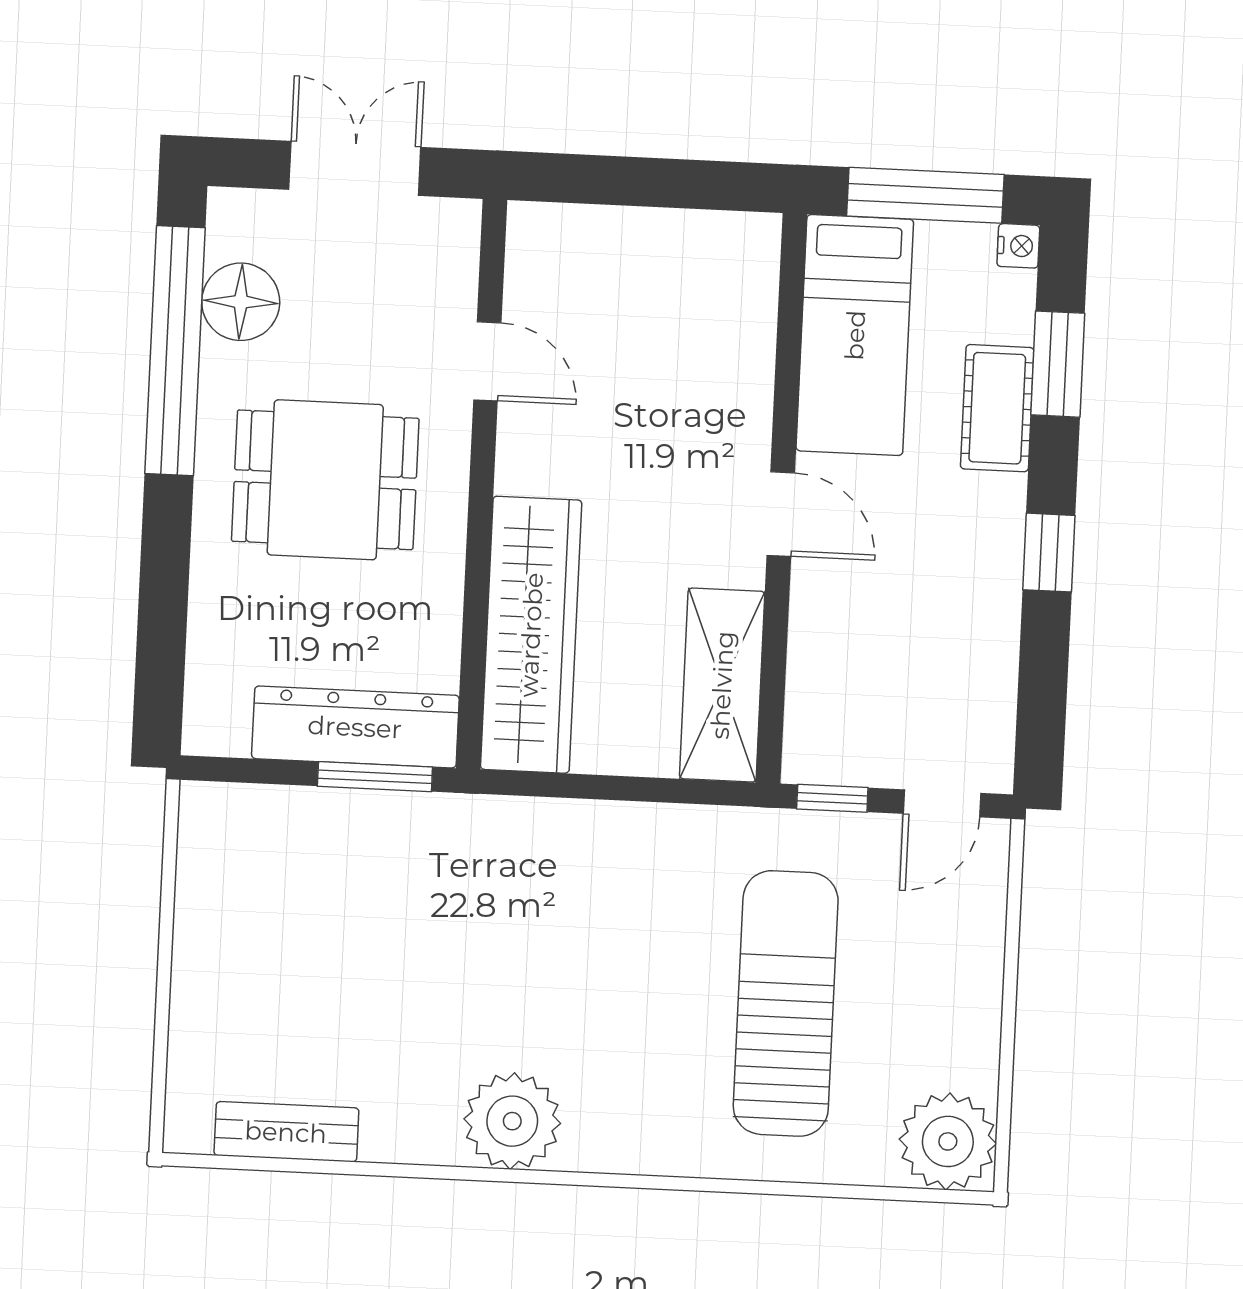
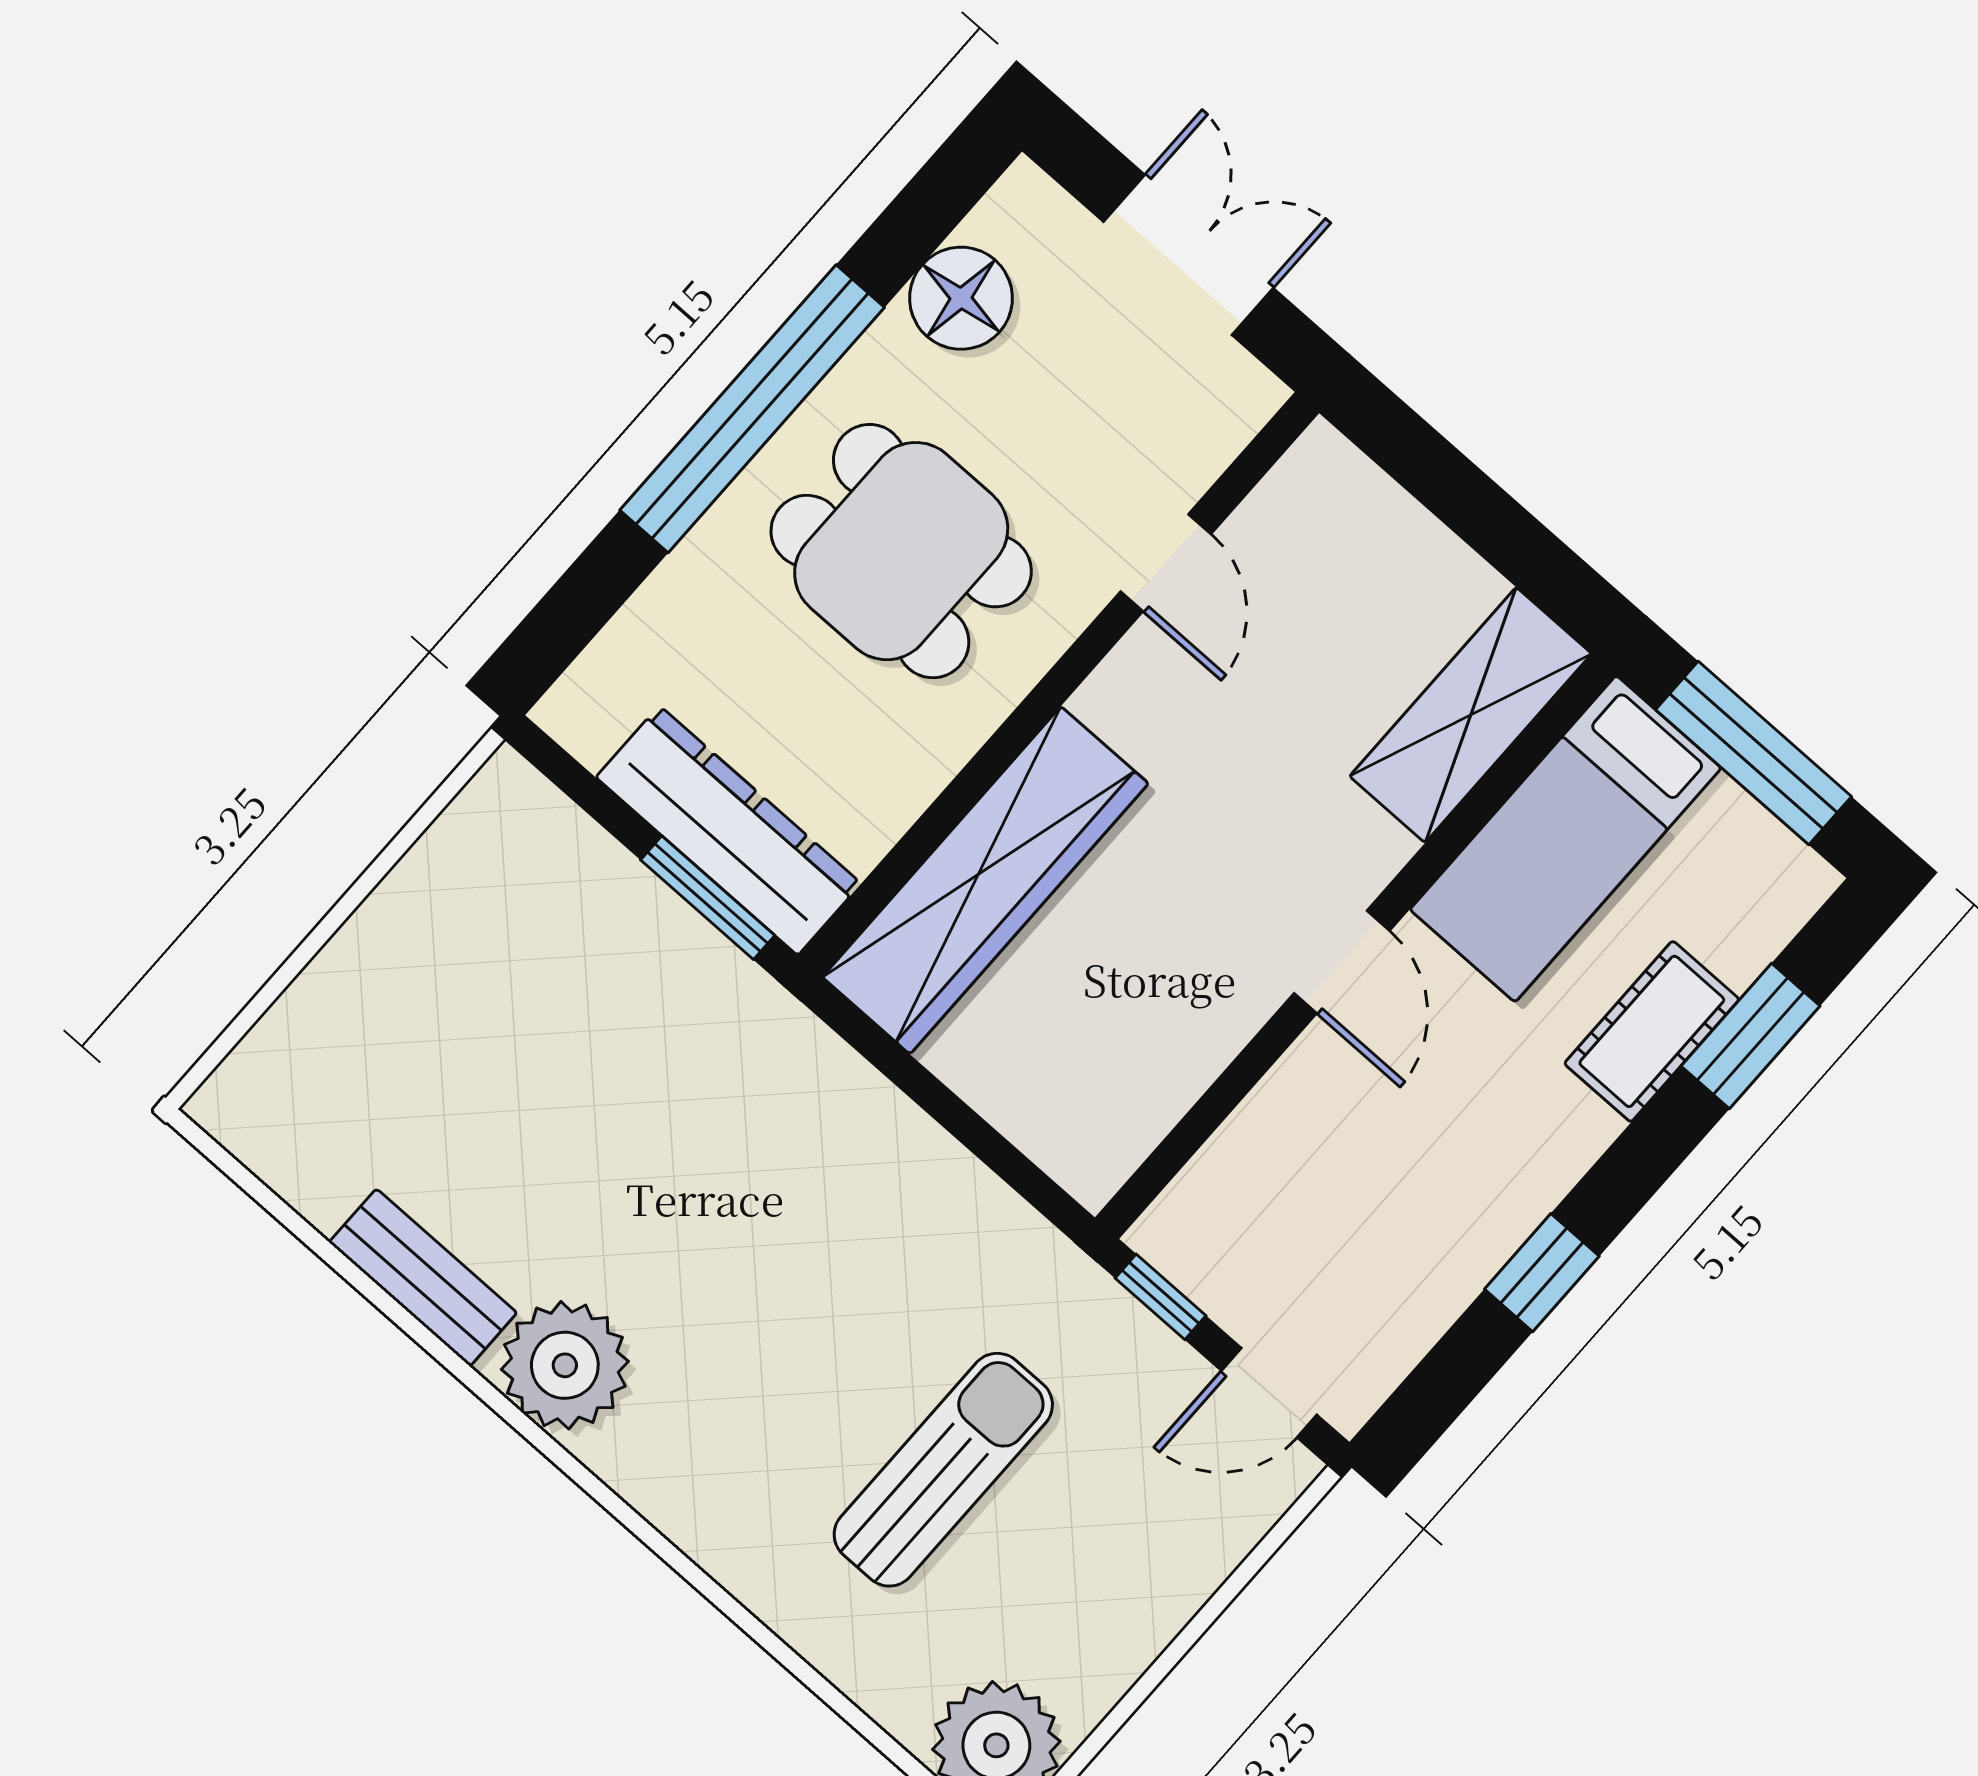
nightstand: (1018, 246) -> (1807, 882), removed
window: (175, 351) -> (752, 409), moved
window: (1049, 553) -> (1542, 1273), moved
shelving: (722, 685) -> (1471, 715), moved
sun lounger: (786, 1003) -> (943, 1470), width x0.73, depth x0.75
bench: (286, 1132) -> (423, 1278), moved

